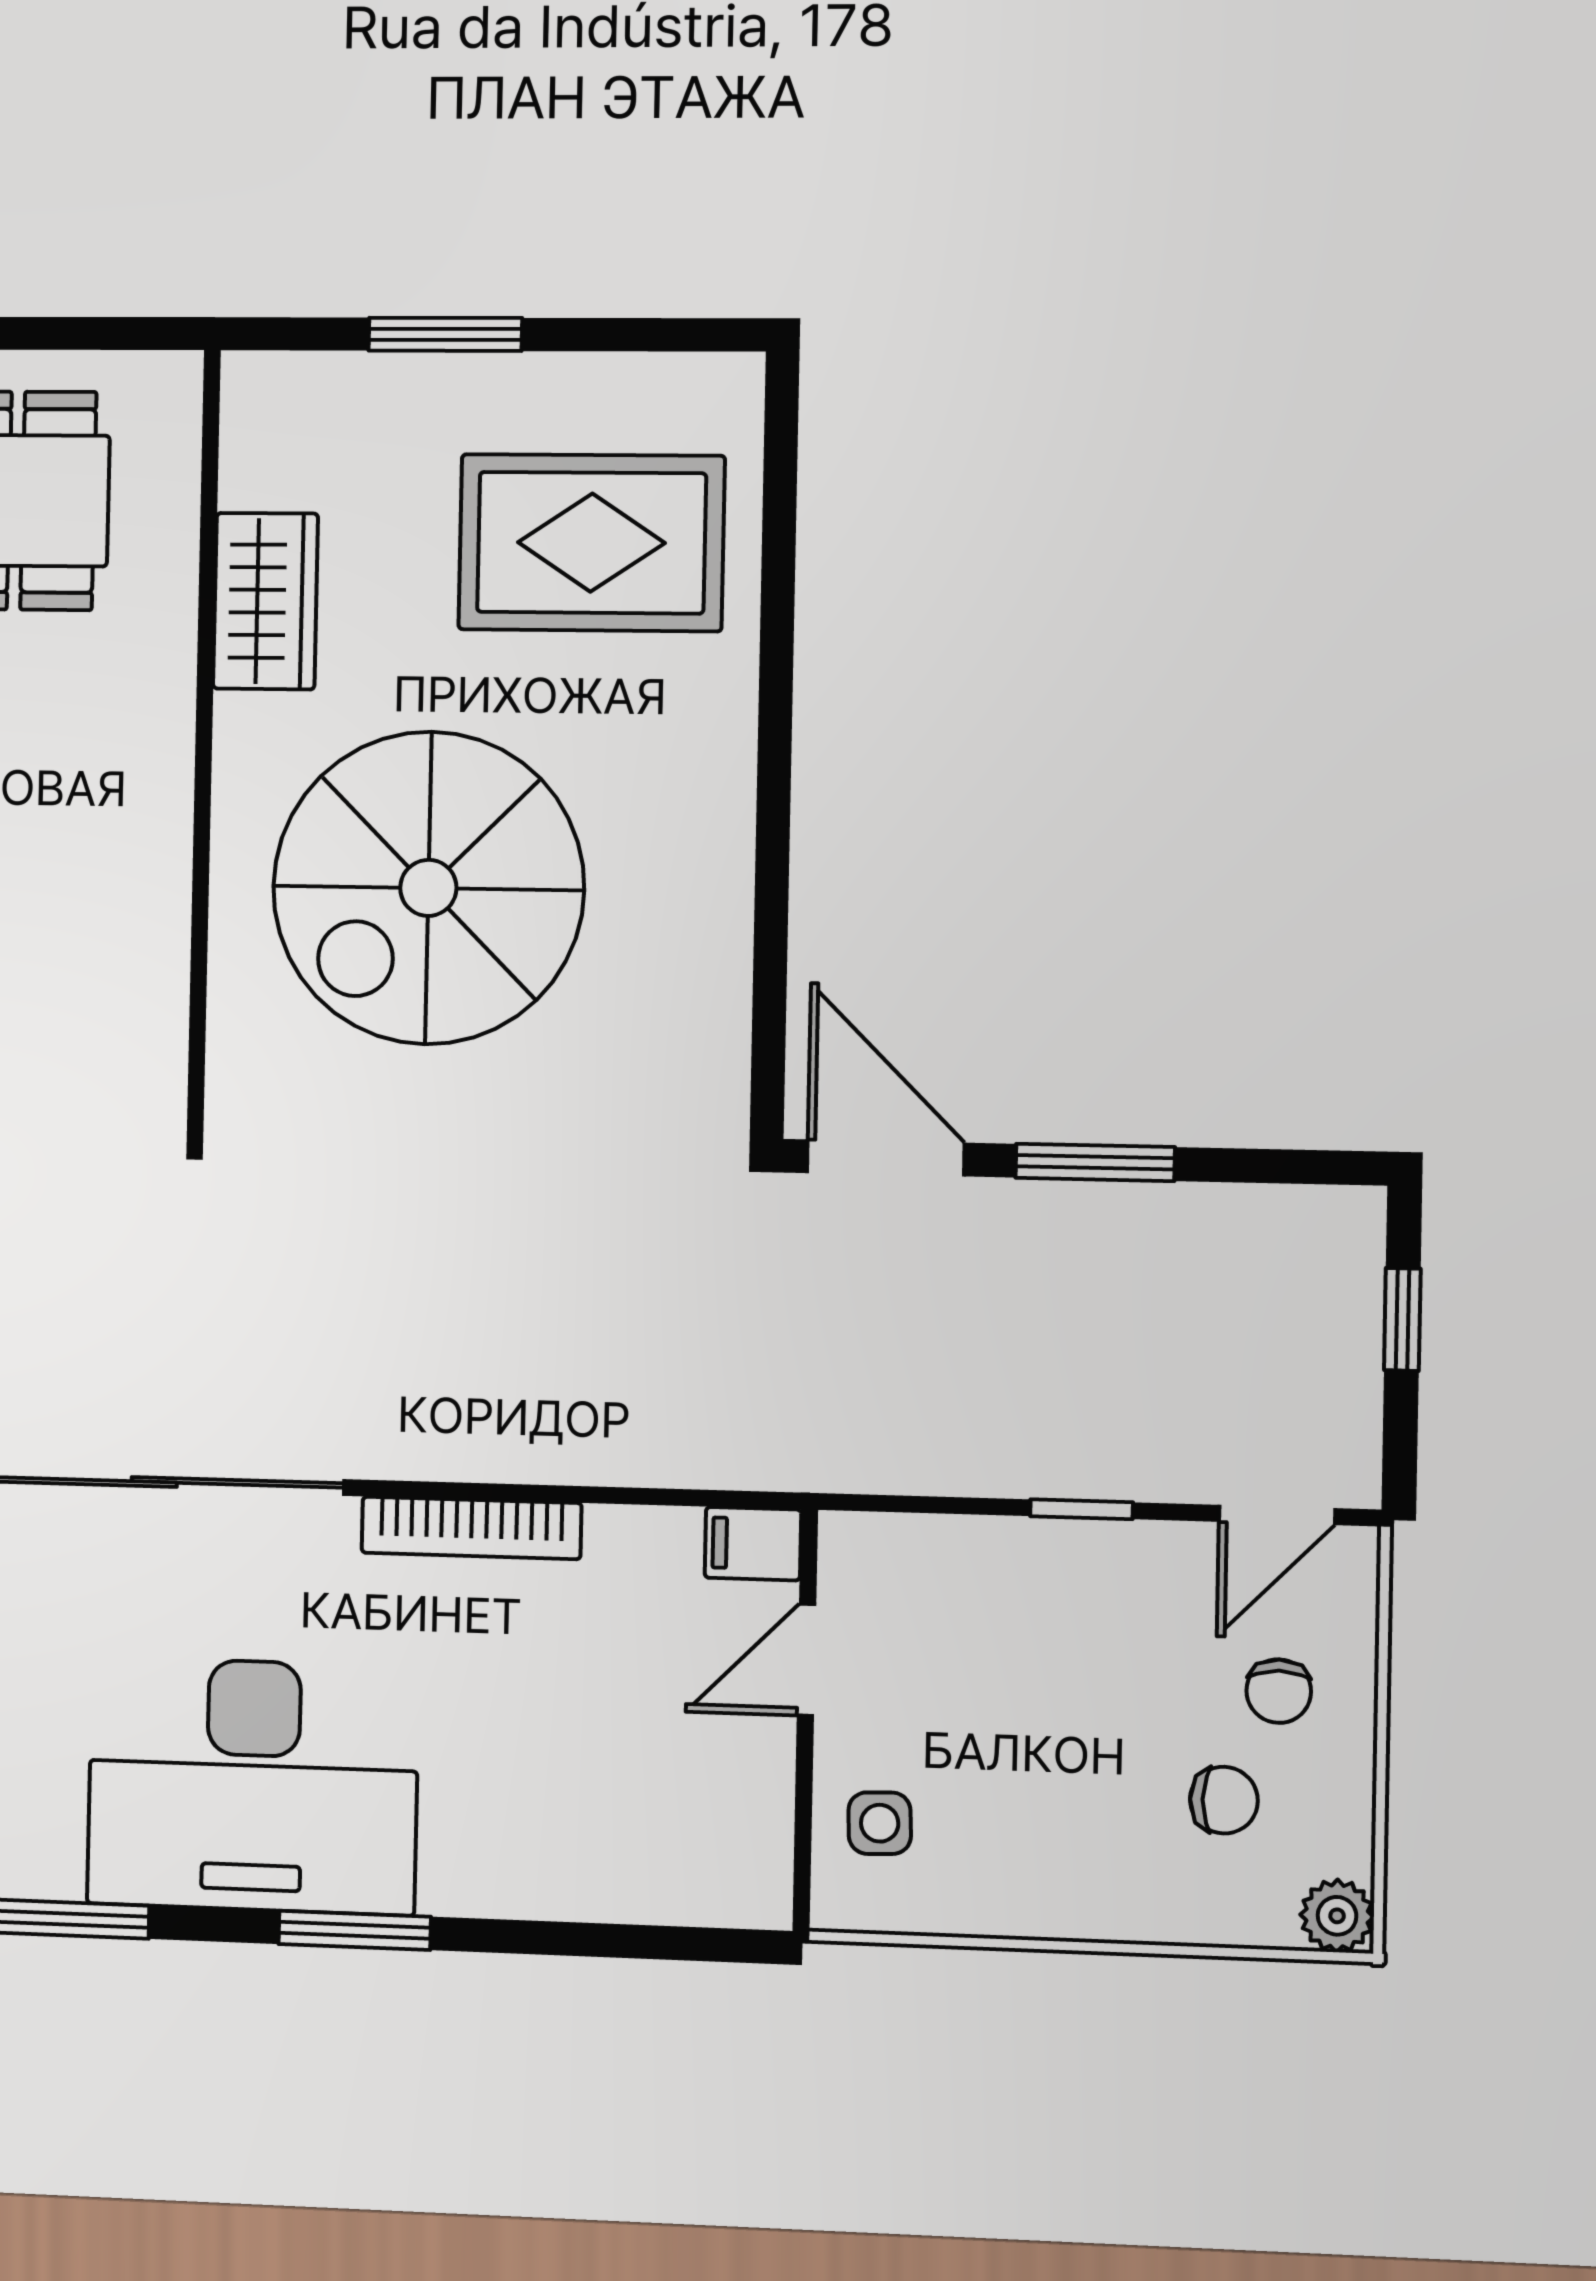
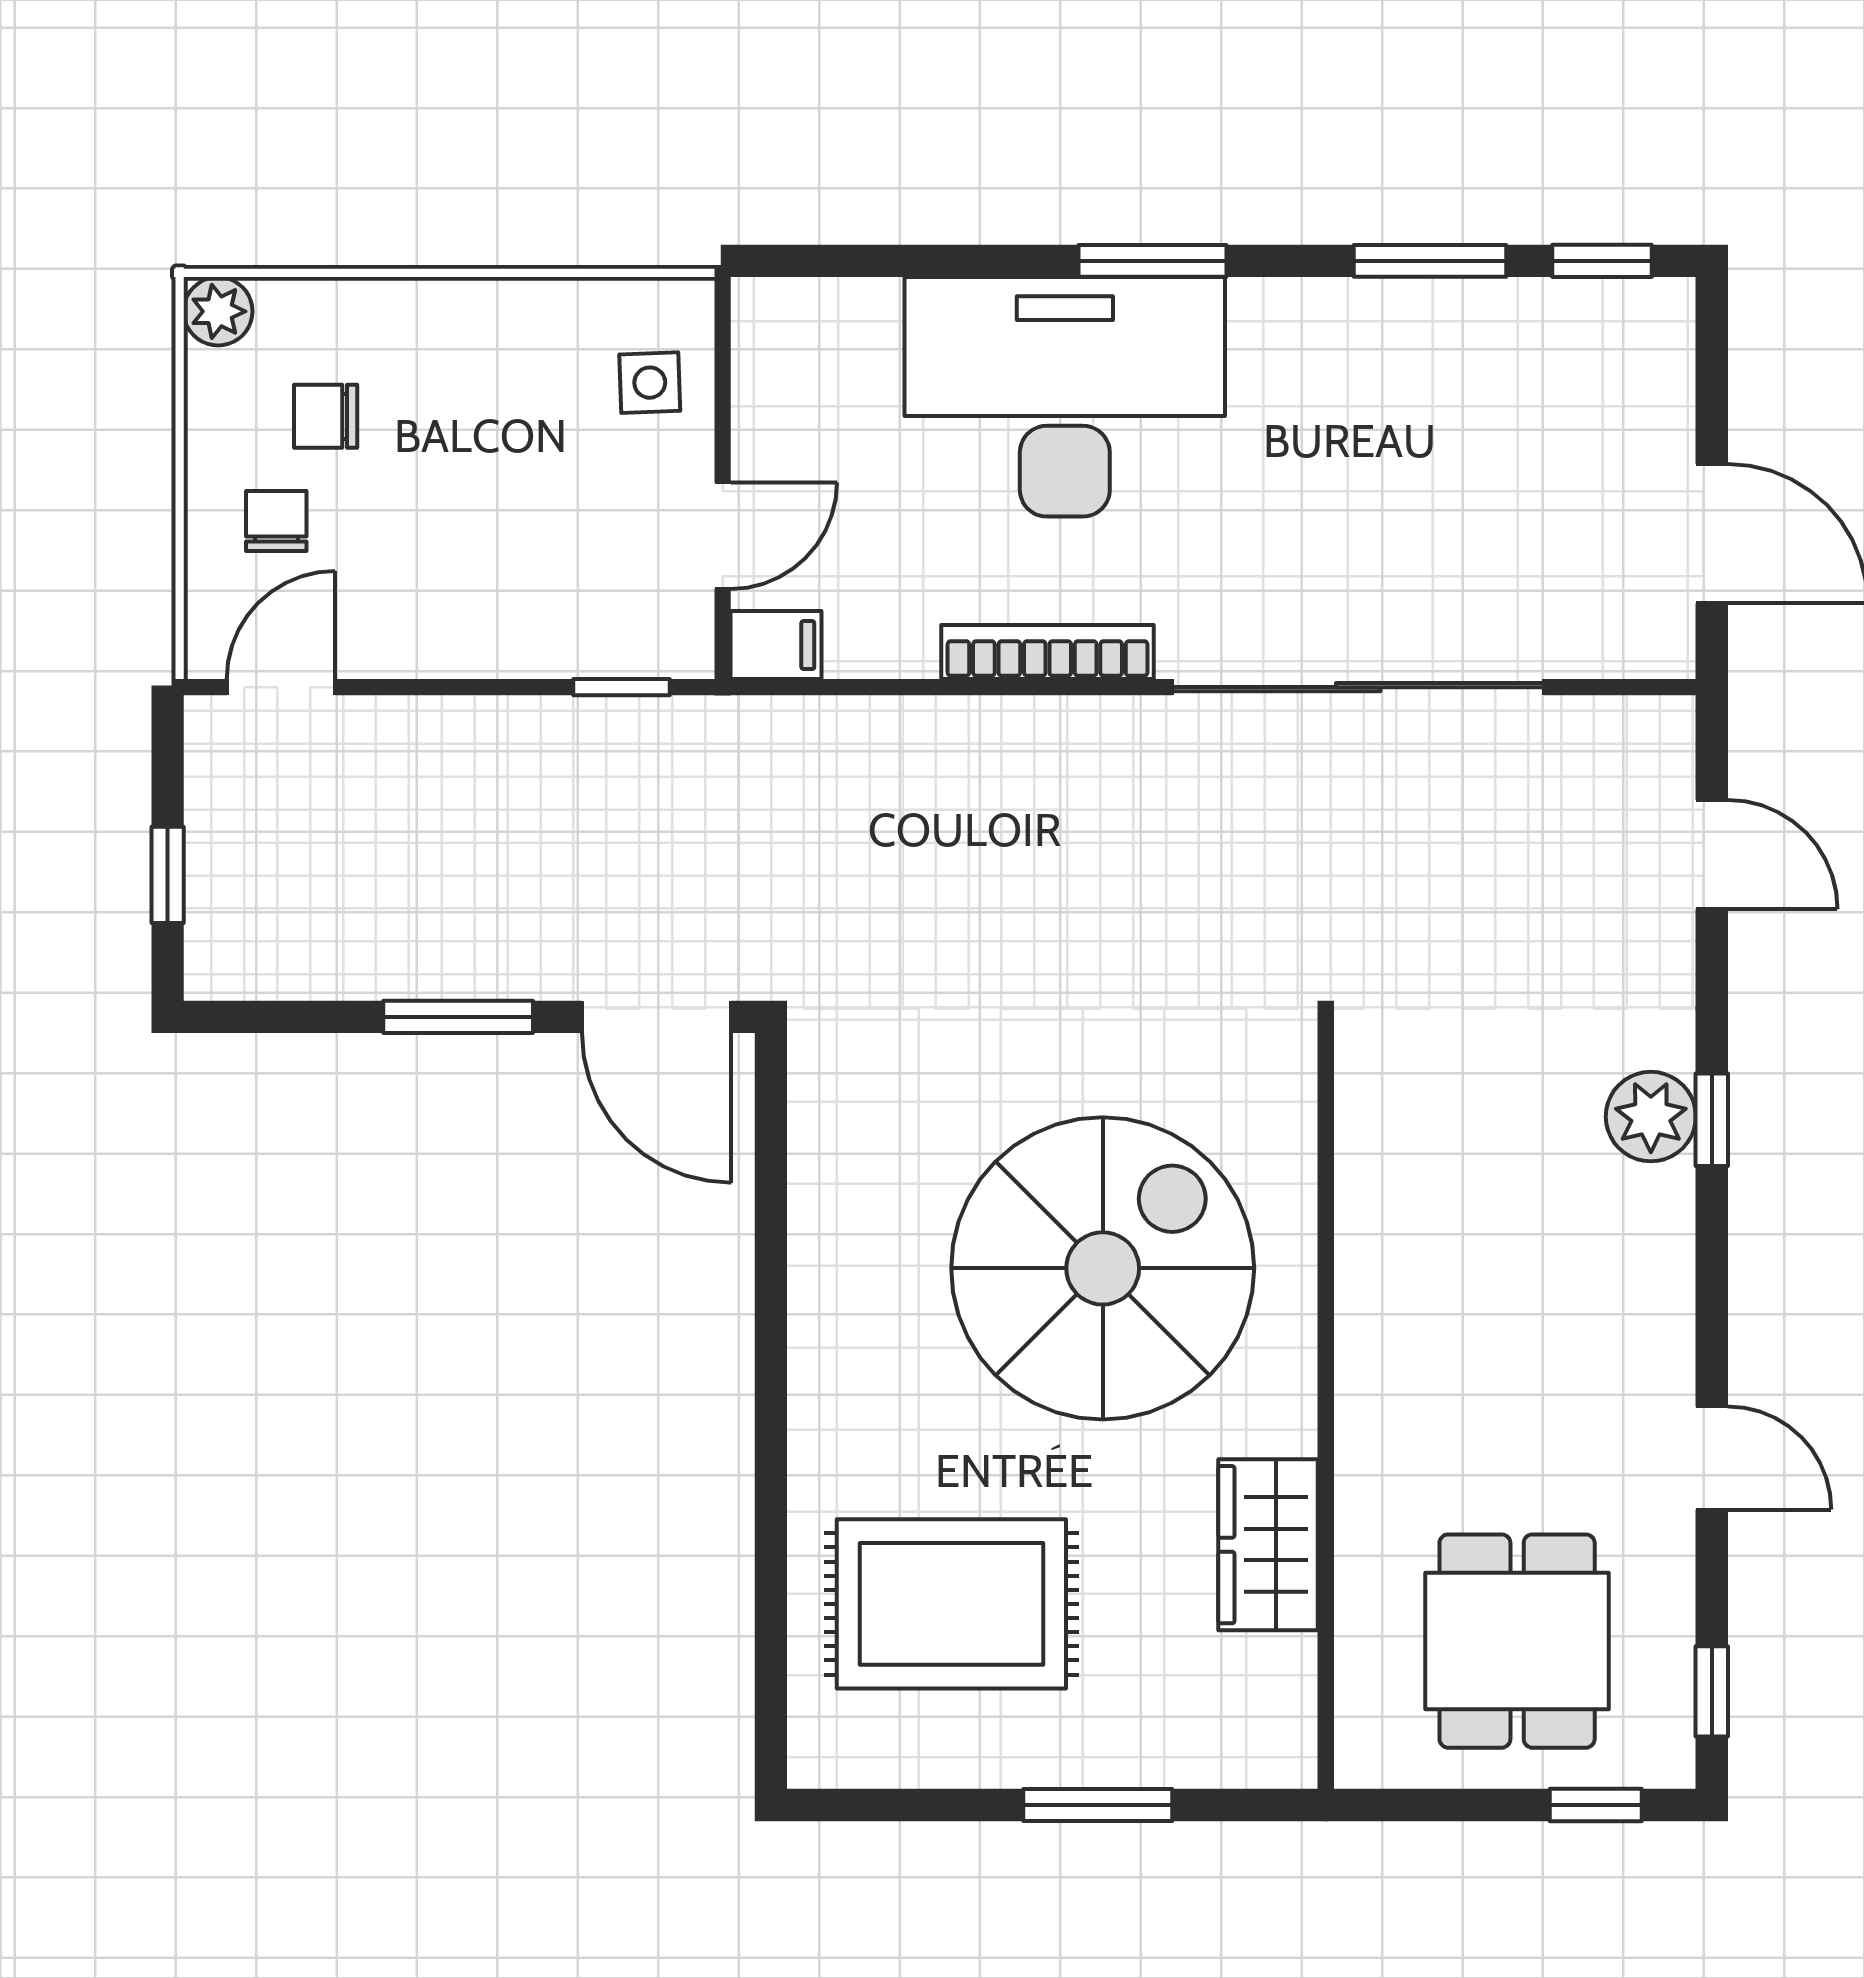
window: (1081, 1509) -> (621, 687), moved
desk: (253, 1785) -> (1065, 397), moved

